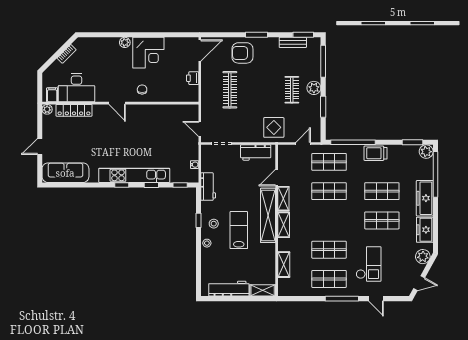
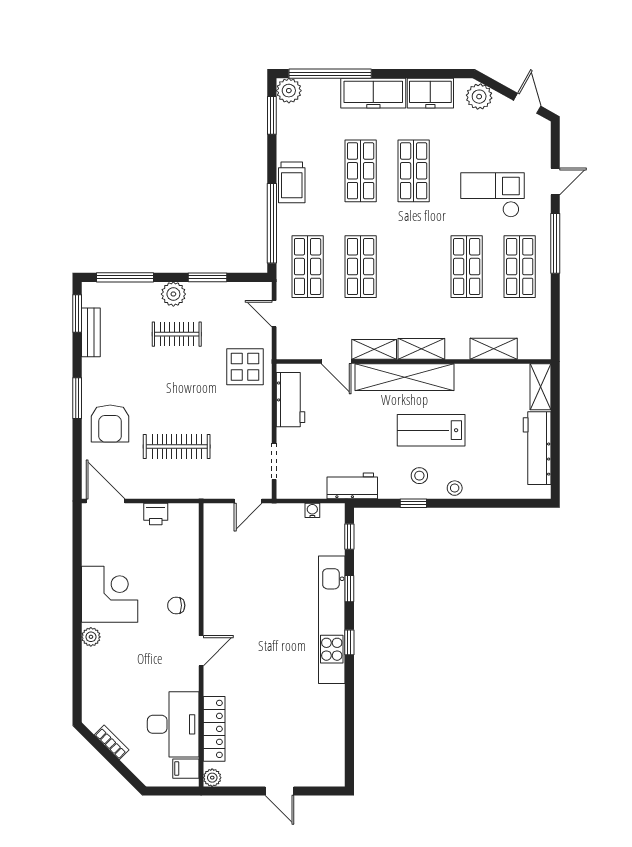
sofa: (65, 173) -> (327, 744), removed

